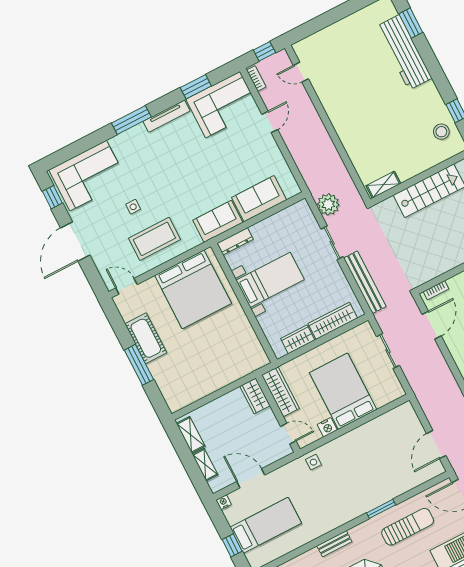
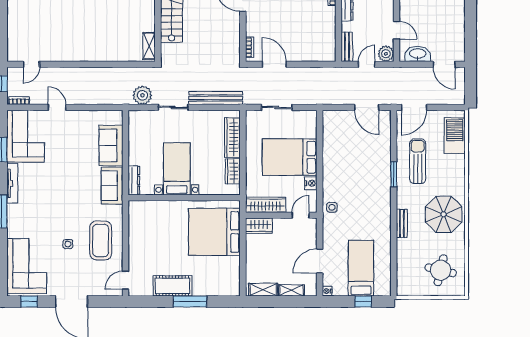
bed: (193, 289) -> (214, 232), moved, turned 180

